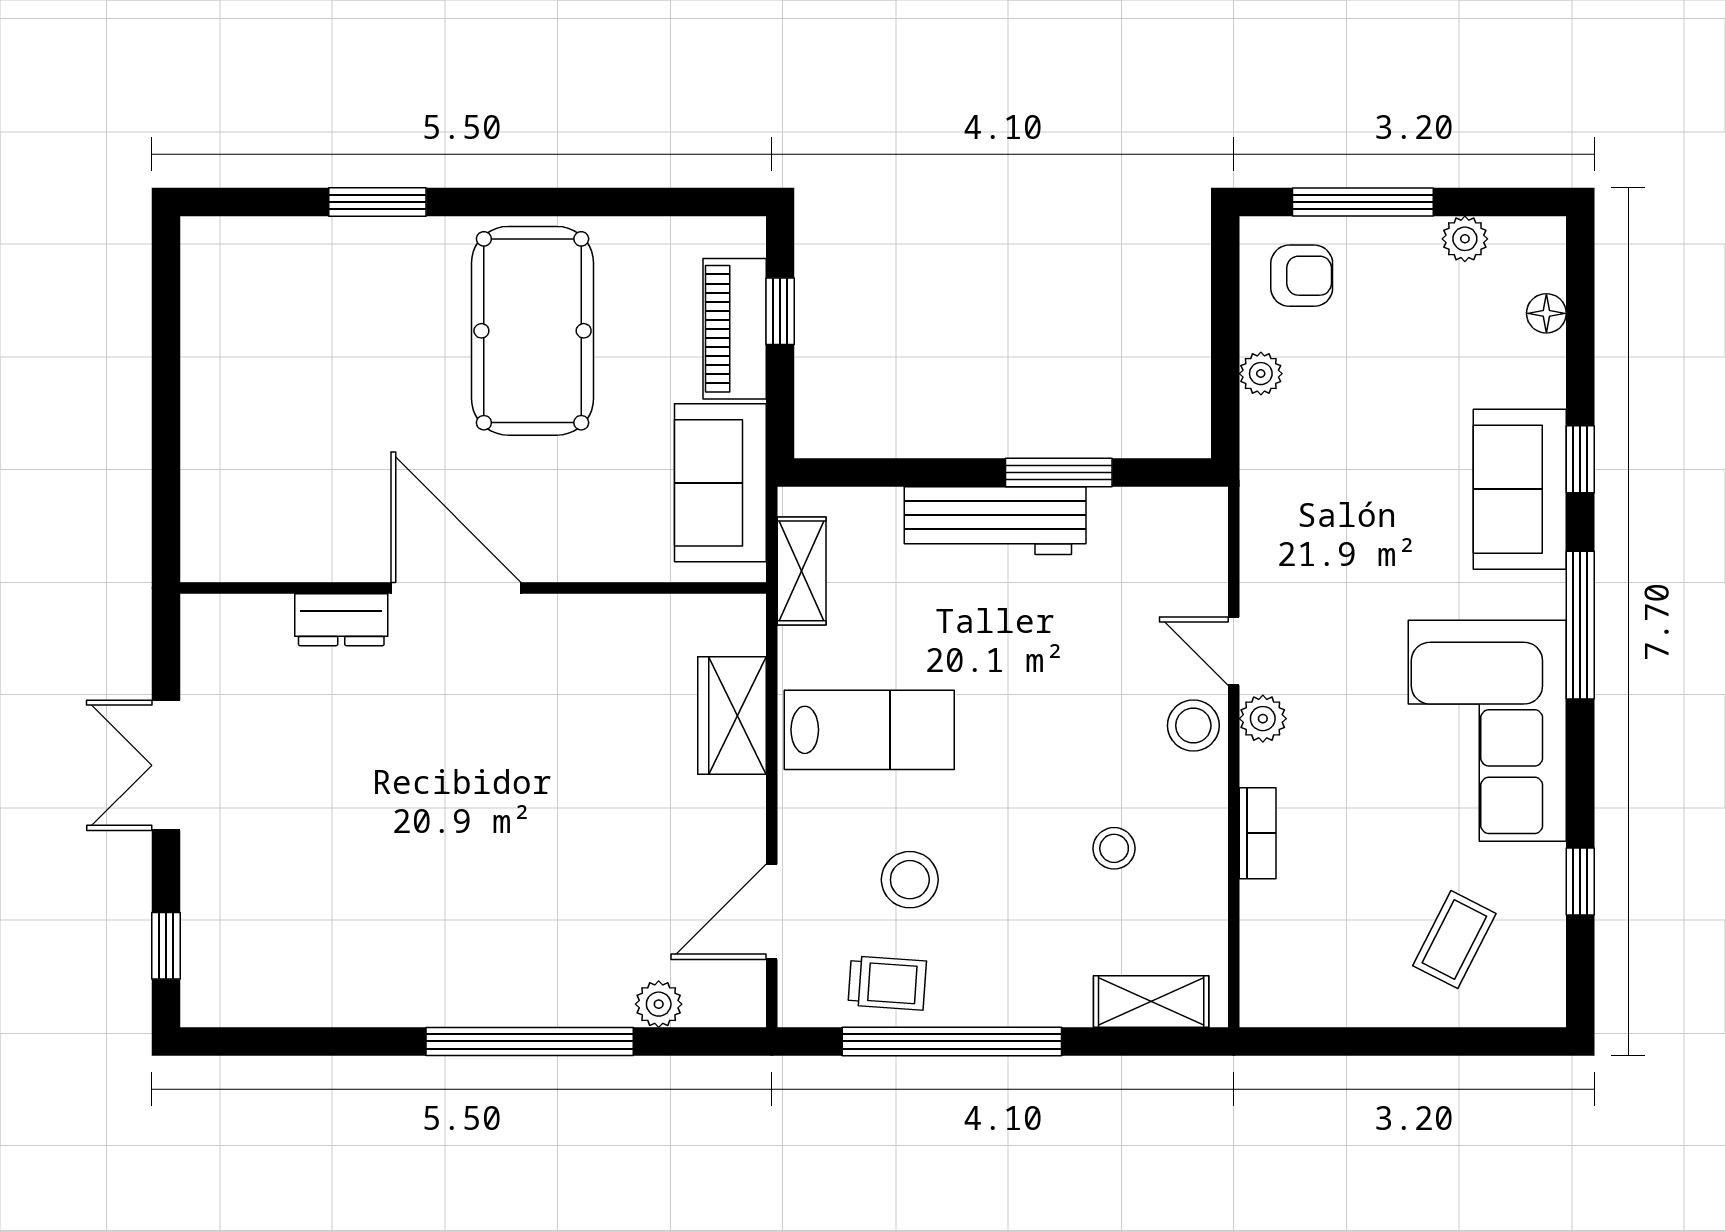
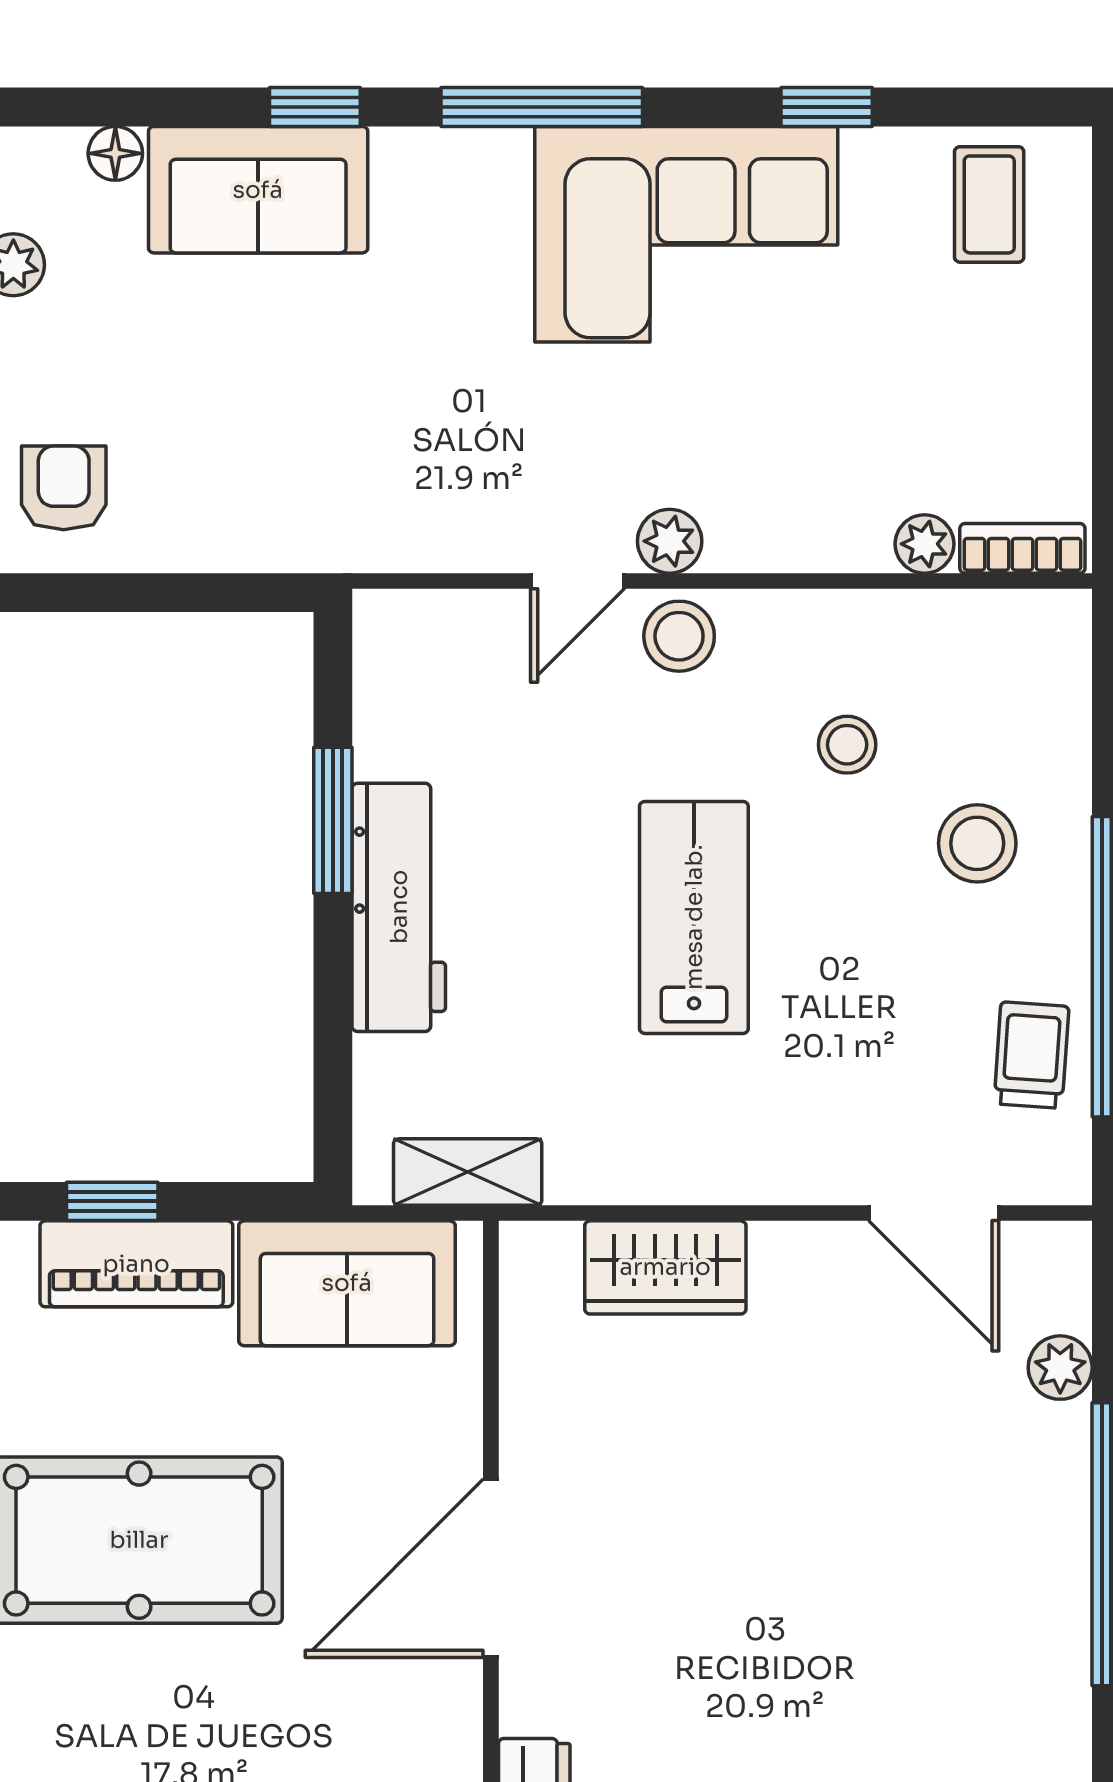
plant: (1261, 374) -> (924, 544), moved
sofa: (1520, 489) -> (258, 190), moved
door: (456, 588) -> (491, 1568), moved
lab bench: (869, 730) -> (694, 917), moved
bookcase: (1258, 833) -> (1022, 548), moved
stool: (910, 880) -> (977, 843), moved
window: (1580, 882) -> (827, 107), moved
coffee table: (1454, 940) -> (989, 204), moved, turned 63
shelving: (1151, 1002) -> (1057, 694), removed

